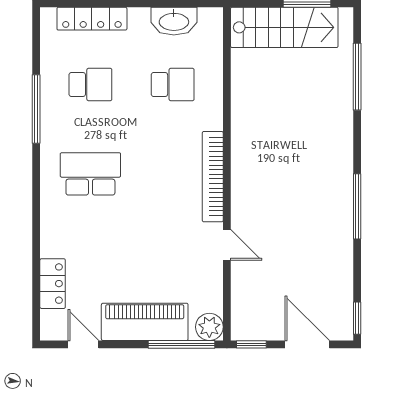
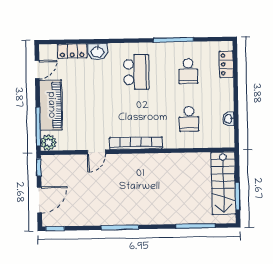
locker: (92, 19) -> (226, 64), width x0.66
washbasin: (174, 21) -> (228, 119), width x0.52, depth x0.69
washbasin: (54, 240) -> (98, 52), added

